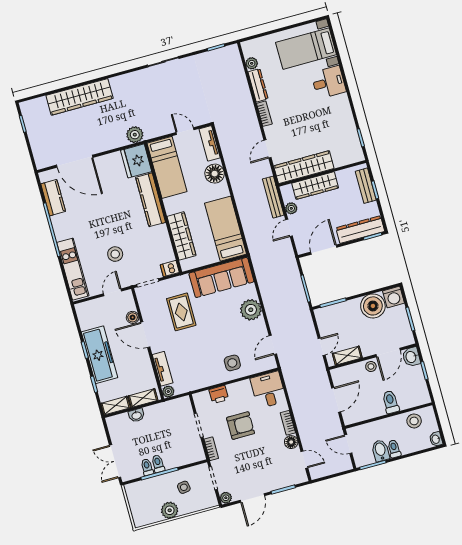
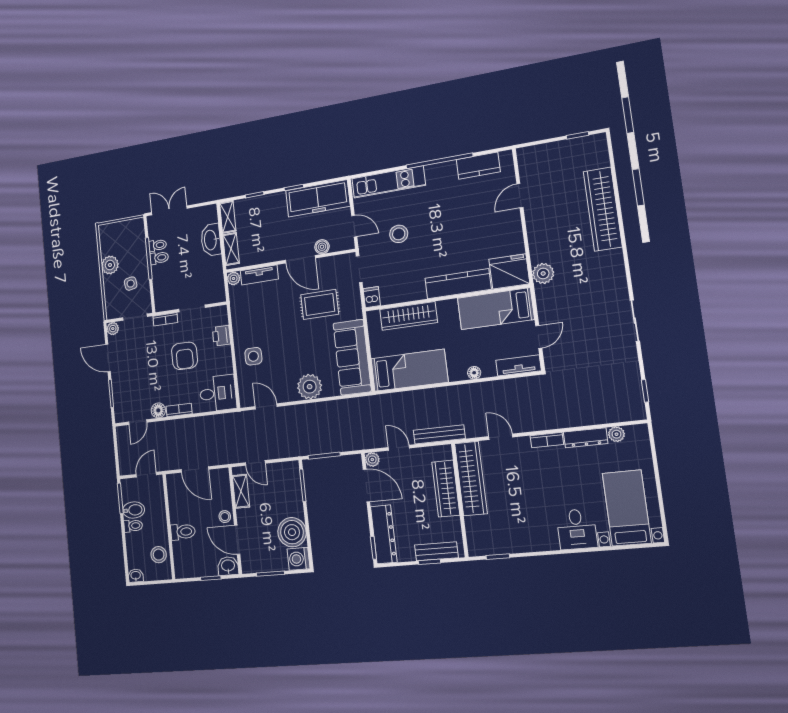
door: (75, 161) -> (520, 196), width x0.53
floor lamp: (215, 174) -> (474, 373), width x0.53, depth x0.53
plant: (291, 208) -> (372, 460), moved
door: (145, 335) -> (300, 259), swing flipped
freezer: (100, 355) -> (318, 198), moved
washbasin: (136, 415) -> (211, 240), width x1.91, depth x1.45

